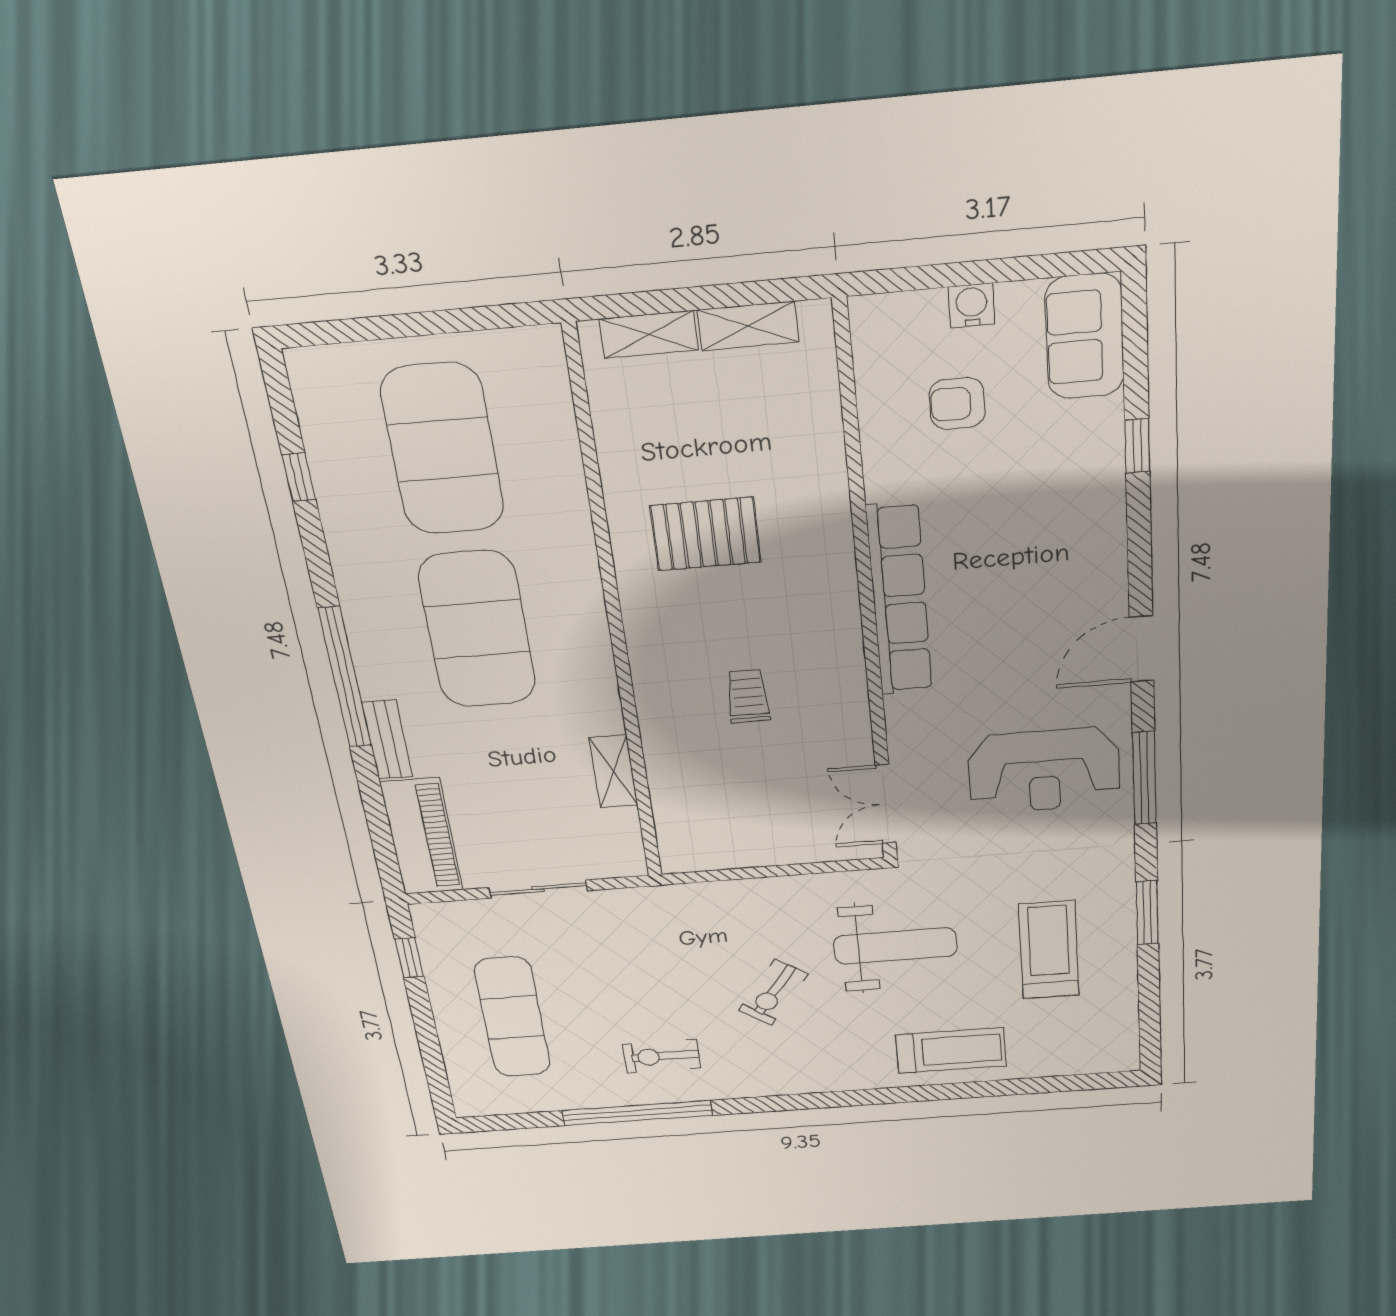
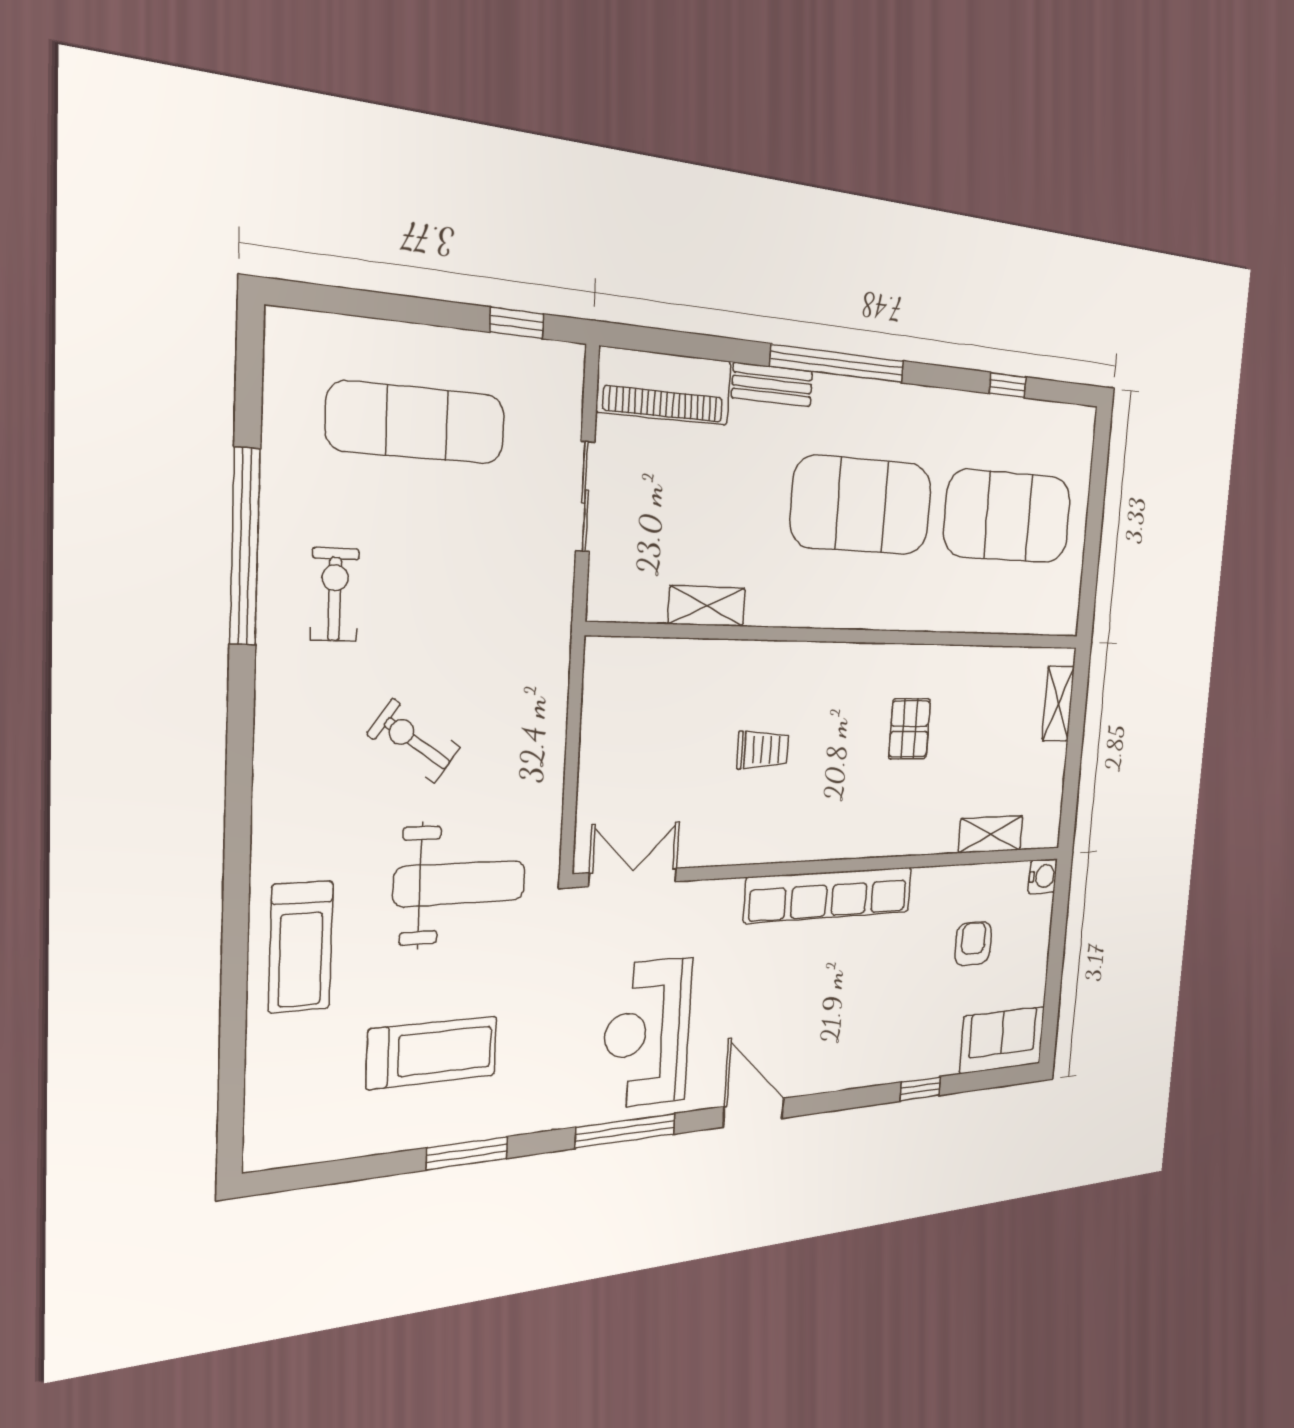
water cooler: (972, 305) -> (1043, 876), moved
shelving: (748, 326) -> (991, 834), moved, turned 90
pallet: (706, 534) -> (910, 729), width x0.67, depth x0.71
weight bench: (895, 946) -> (460, 884), turned -90

